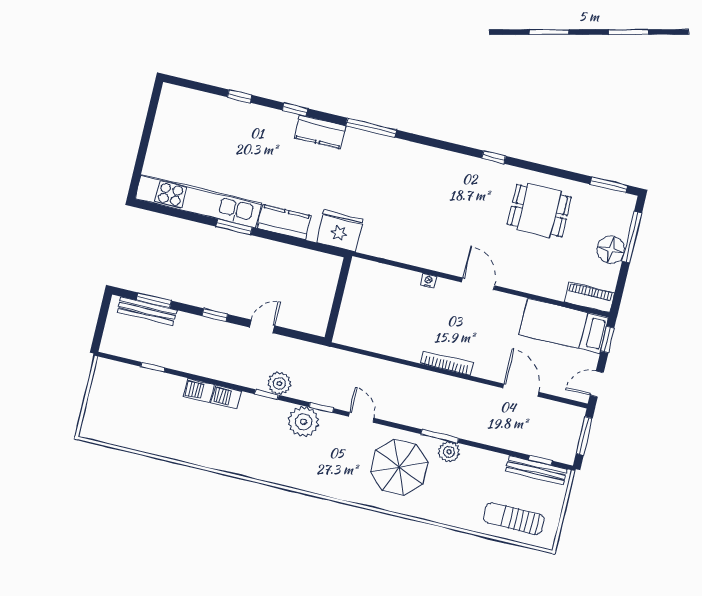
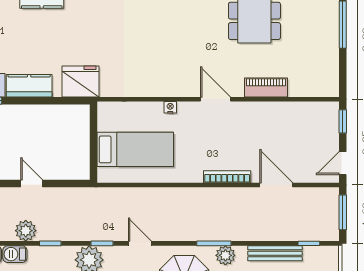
floor lamp: (611, 250) -> (326, 40), removed
piano: (589, 297) -> (266, 87), moved
door: (262, 326) -> (32, 184), hinge flipped
bed: (564, 326) -> (135, 149), moved, turned 180
bookcase: (447, 363) -> (227, 177), moved
plant: (279, 383) -> (26, 231), moved
bench: (536, 470) -> (275, 253), moved

